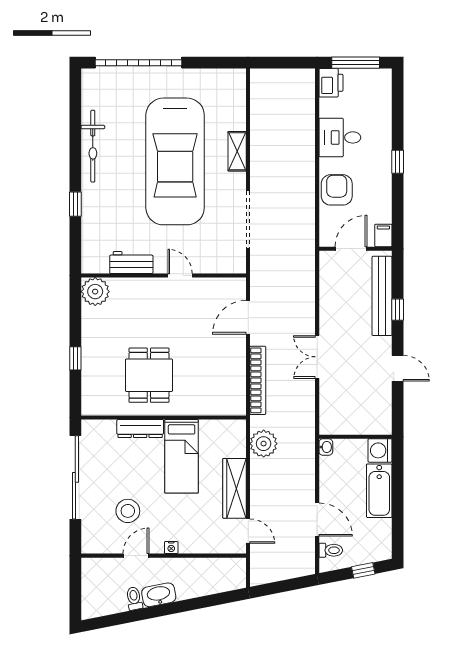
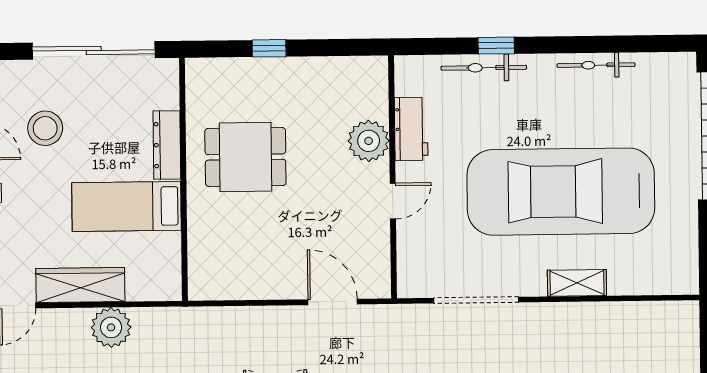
bicycle: (93, 146) -> (596, 65), width x0.73, depth x0.71
bicycle: (90, 213) -> (484, 68), added
plant: (95, 292) -> (369, 141), moved
bookcase: (258, 380) -> (240, 317), removed
plant: (264, 444) -> (111, 327), moved

